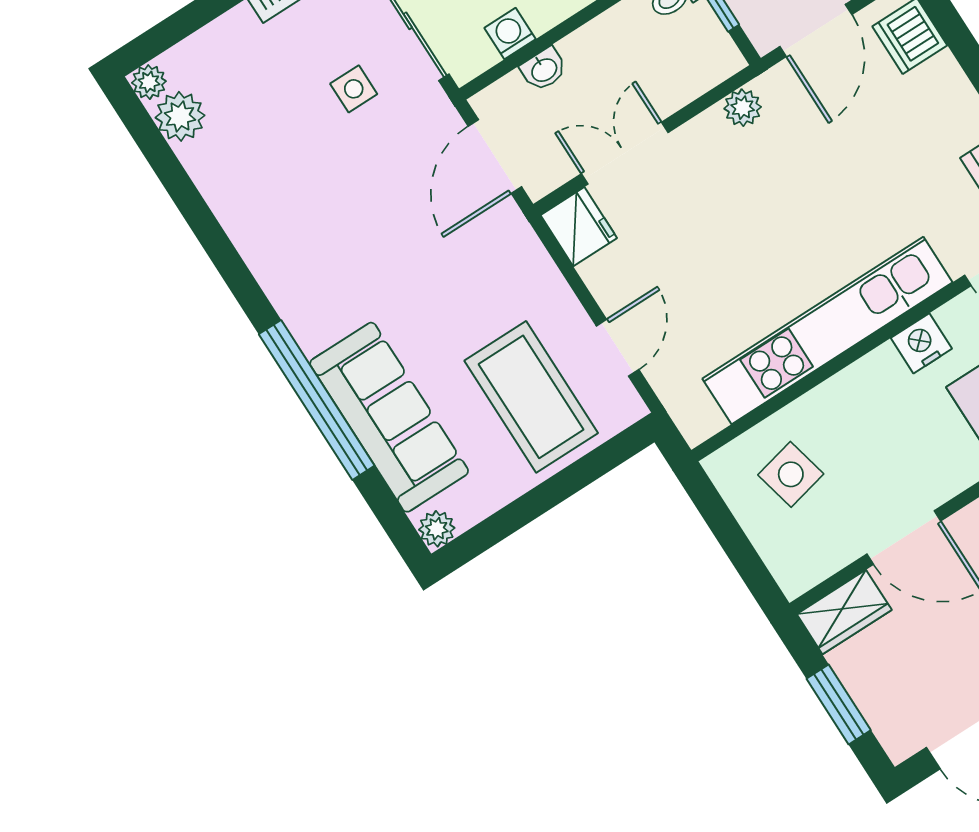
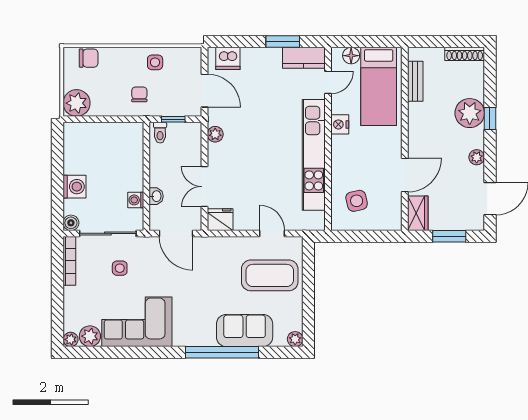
corner sofa: (269, 192) -> (137, 322), added
sofa: (389, 417) -> (245, 331), width x0.73

